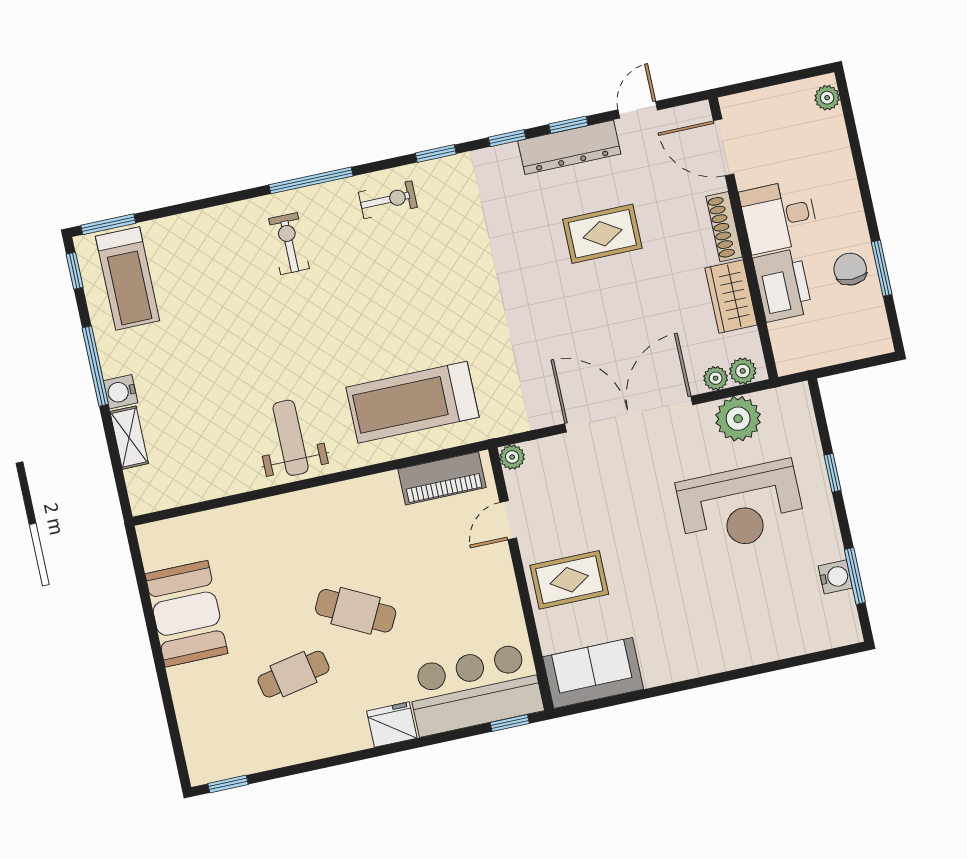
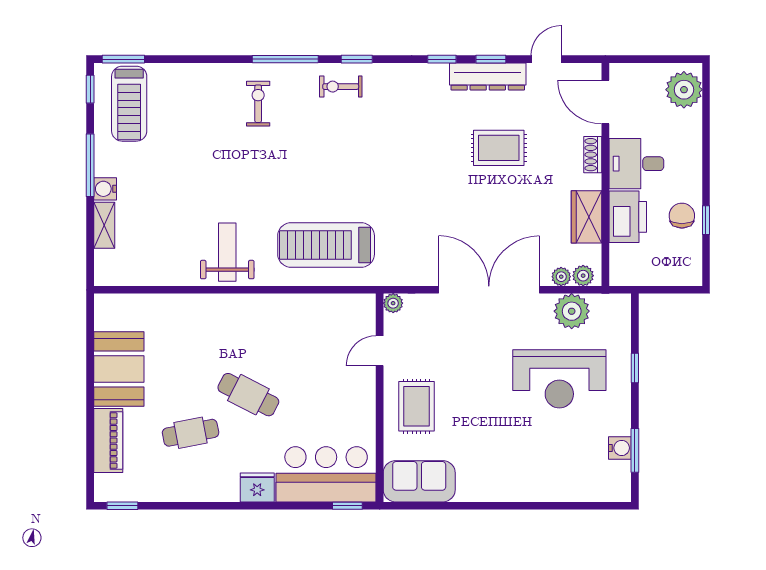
plant: (827, 98) -> (684, 90), width x1.88, depth x1.88
window: (436, 153) -> (357, 59), moved
exercise bike: (388, 200) -> (341, 87), turned 180
shoe rack: (724, 227) -> (593, 155), width x0.70
window: (882, 268) -> (706, 220), width x0.67
piano: (442, 478) -> (108, 441), moved, turned -90
rug: (569, 580) -> (416, 406), turned 90

